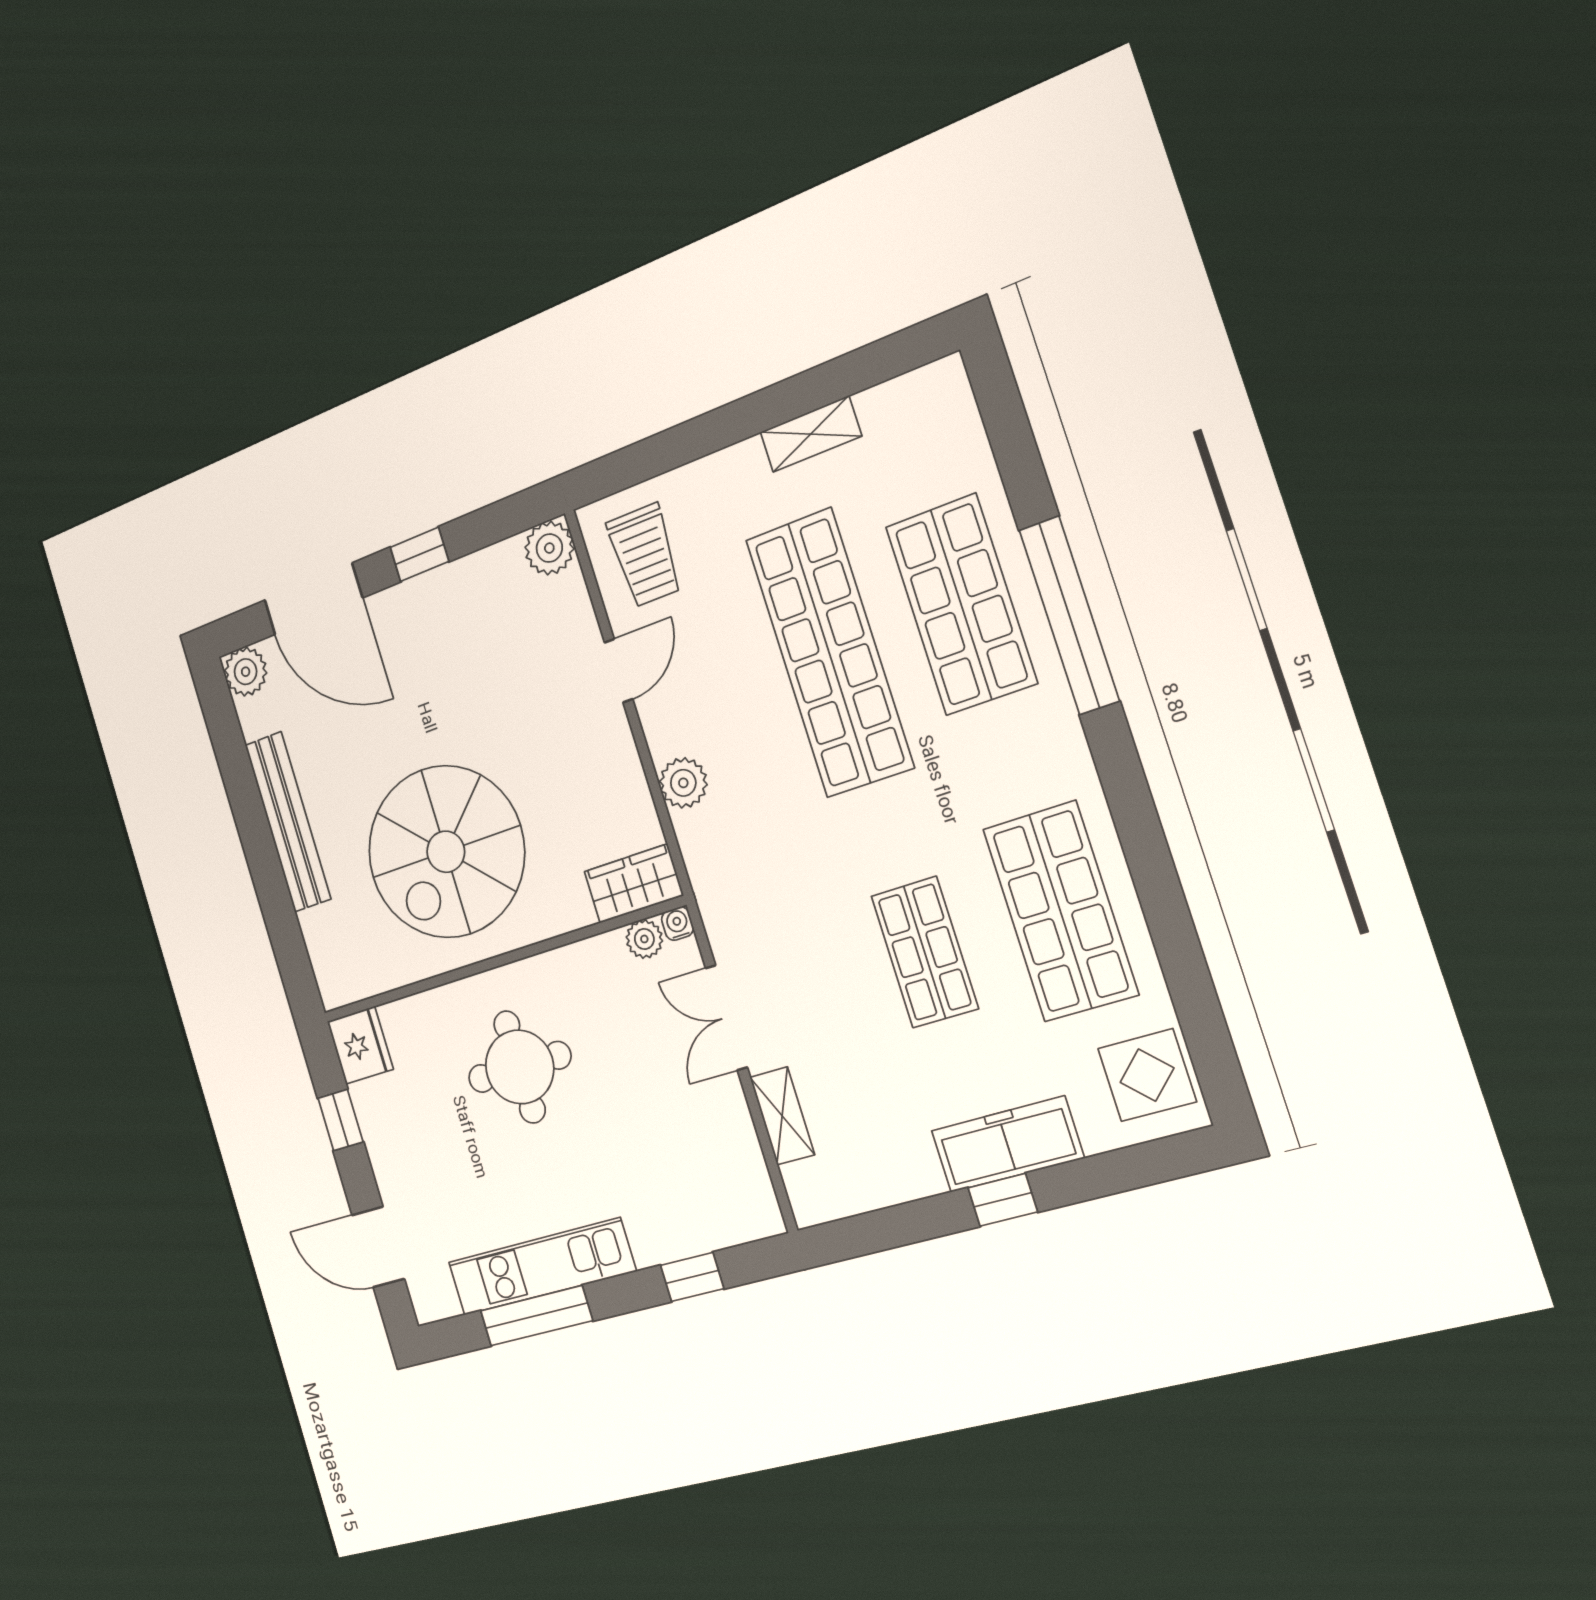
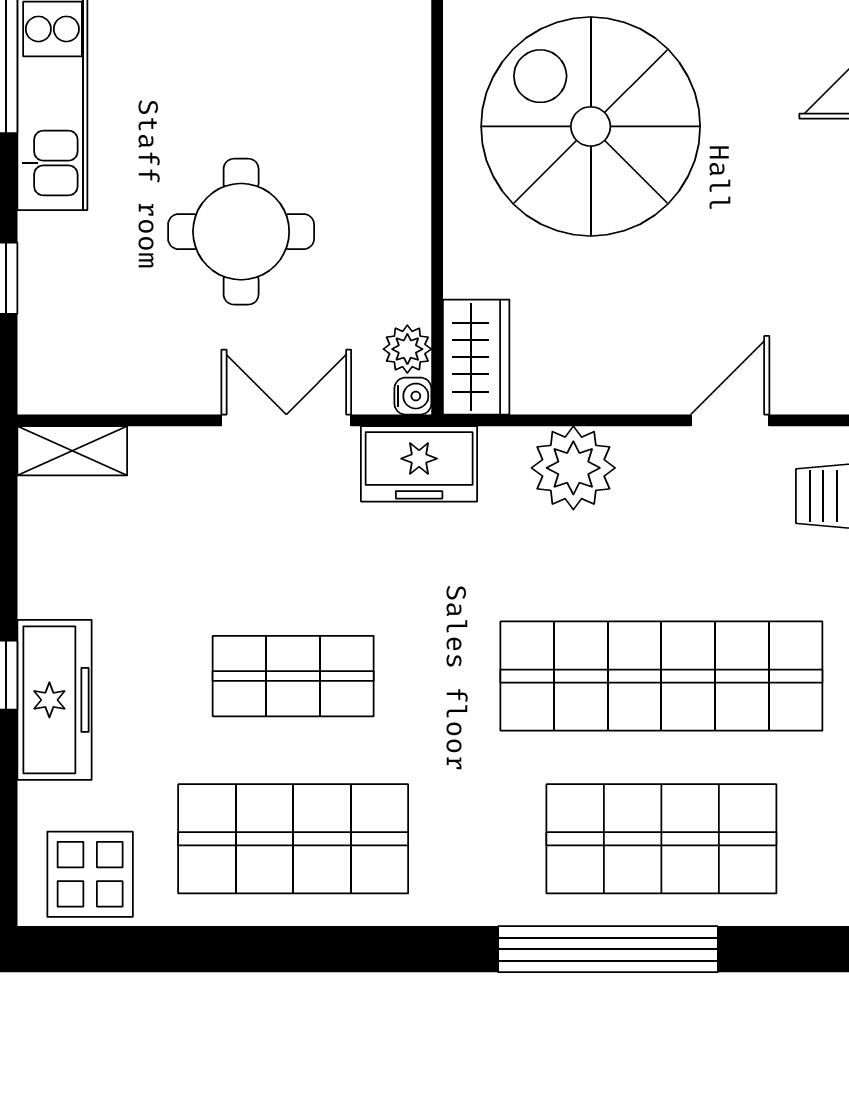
door: (619, 671) -> (730, 420), swing flipped
plant: (683, 783) -> (573, 468), width x1.36, depth x1.36
freezer: (727, 902) -> (419, 464), added
round table: (520, 1067) -> (241, 232), moved
shelving: (782, 1116) -> (72, 451), moved

